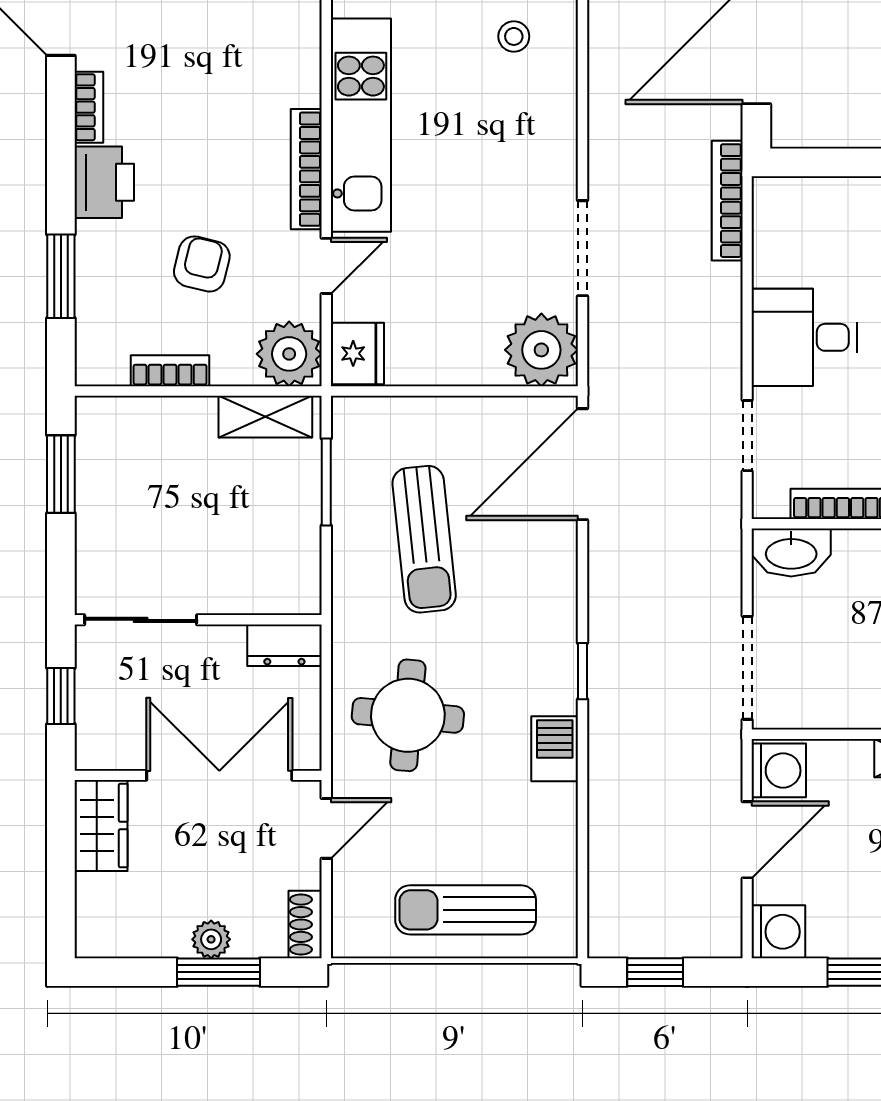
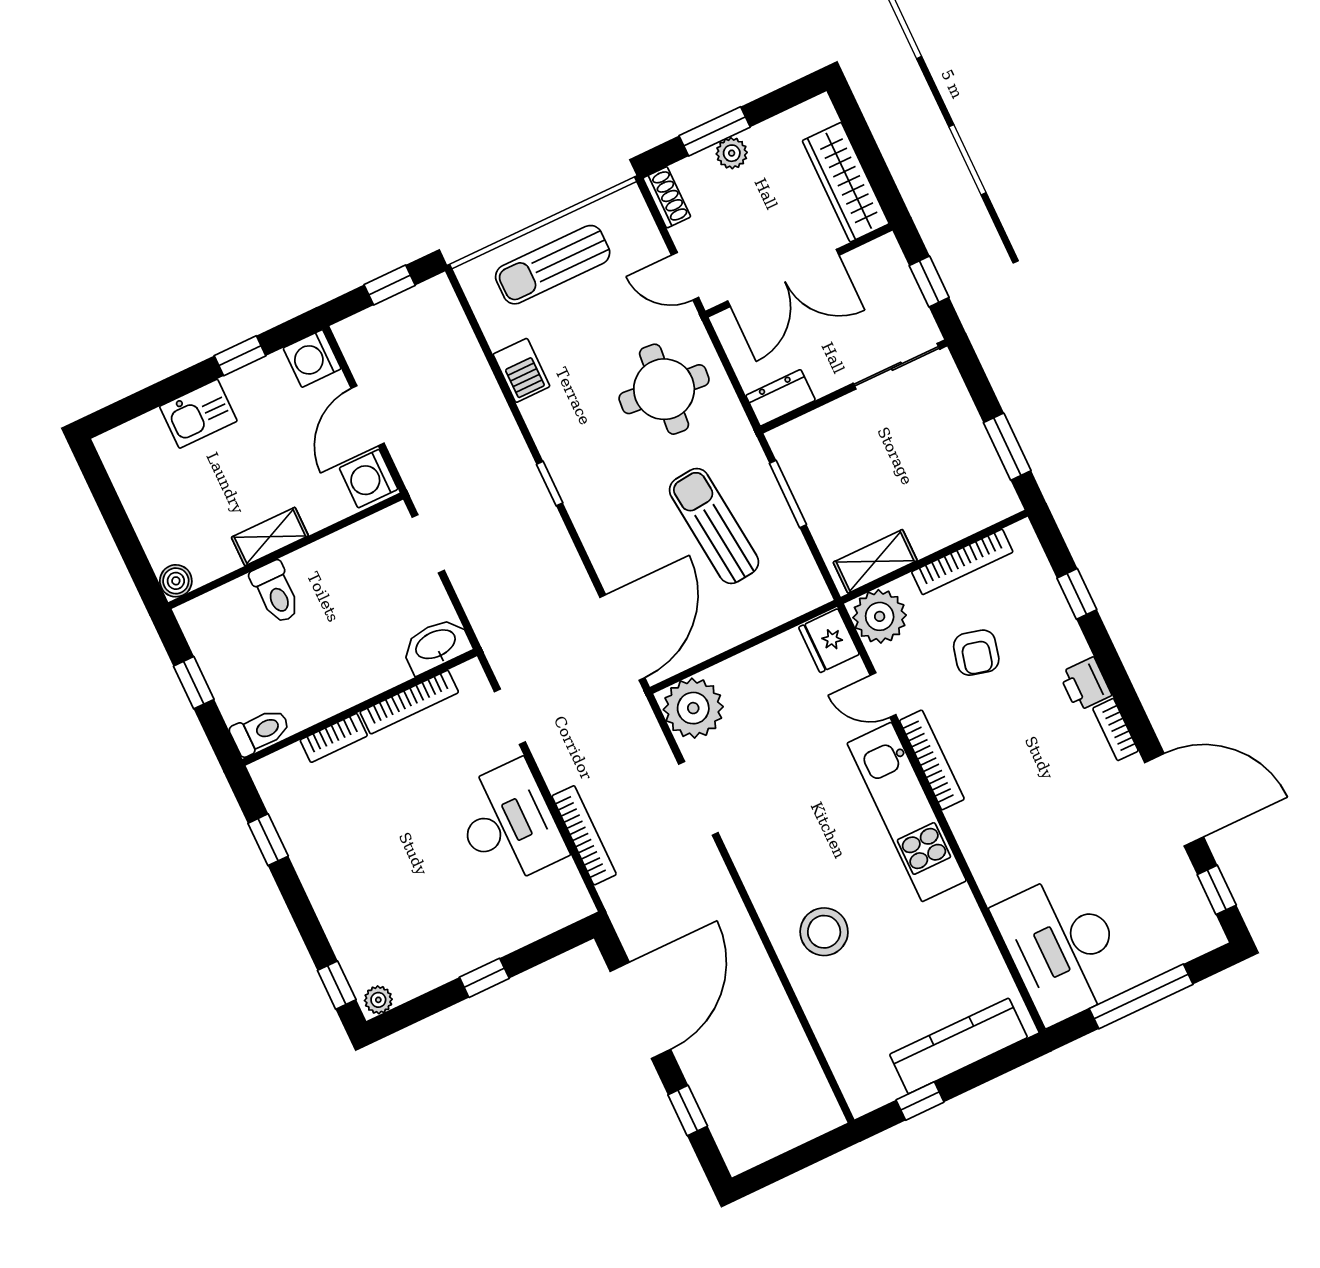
stool: (514, 36) -> (824, 932), width x1.89, depth x1.89
printer: (104, 182) -> (1085, 684), width x0.73, depth x0.81
bookcase: (727, 201) -> (584, 835), moved
door: (326, 266) -> (883, 695), hinge flipped
window: (61, 276) -> (1077, 594), width x0.67
desk: (804, 337) -> (508, 824), width x1.37
bookcase: (170, 371) -> (962, 562), width x1.56
window: (326, 482) -> (788, 494), moved
doorway: (747, 668) -> (428, 544), width x0.73
barbecue: (555, 749) -> (521, 370), moved
wardrobe: (101, 826) -> (846, 182), width x1.50
door: (326, 828) -> (685, 276), hinge flipped
sun lounger: (466, 910) -> (553, 265), turned 180

